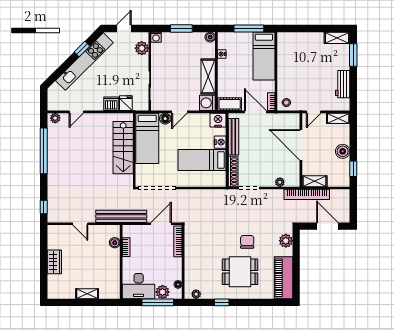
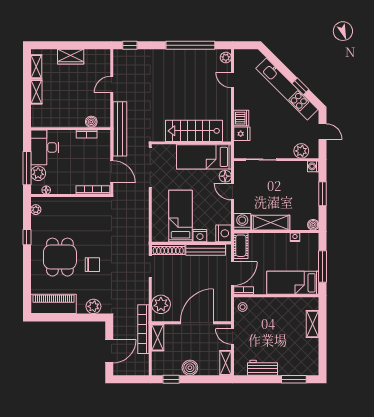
shelving: (337, 38) -> (312, 324), moved
plant: (280, 182) -> (161, 304), width x1.87, depth x1.87
shelving: (64, 294) -> (36, 67), added

